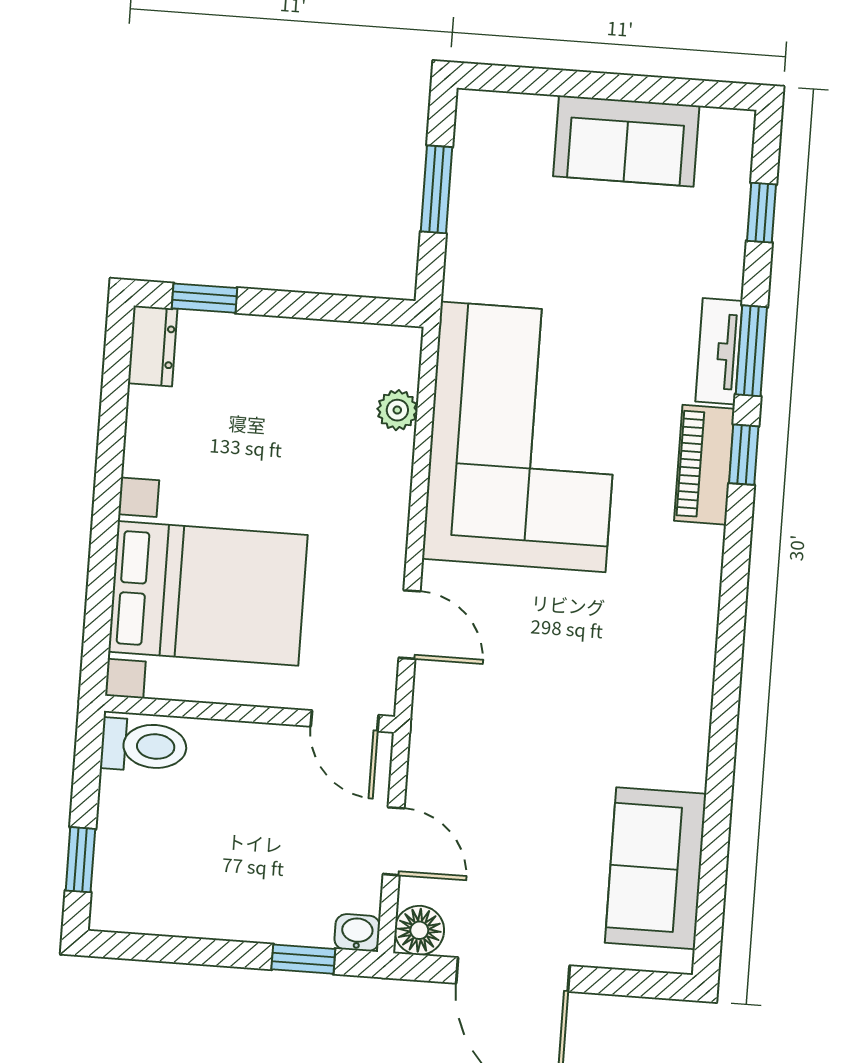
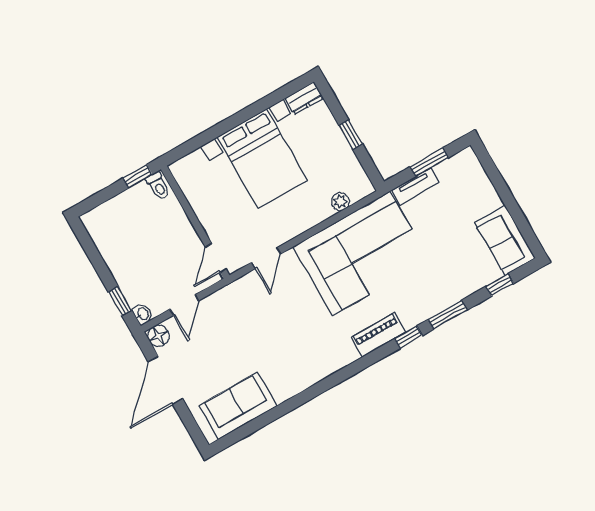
sofa: (626, 141) -> (505, 240), moved
window: (205, 298) -> (351, 134), moved
tv unit: (719, 351) -> (415, 186), moved, turned 180
piano: (704, 465) -> (378, 335), moved
bed with nightstands: (208, 593) -> (262, 159), moved
toilet: (144, 746) -> (158, 186), width x0.73, depth x0.72
window: (80, 860) -> (138, 176), moved

